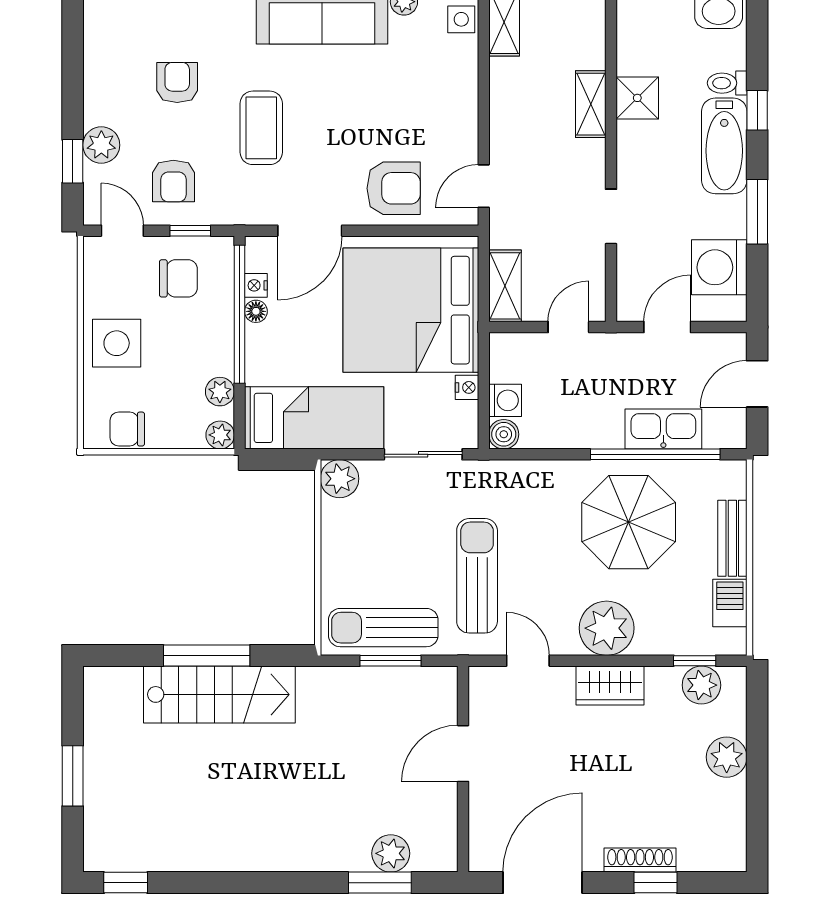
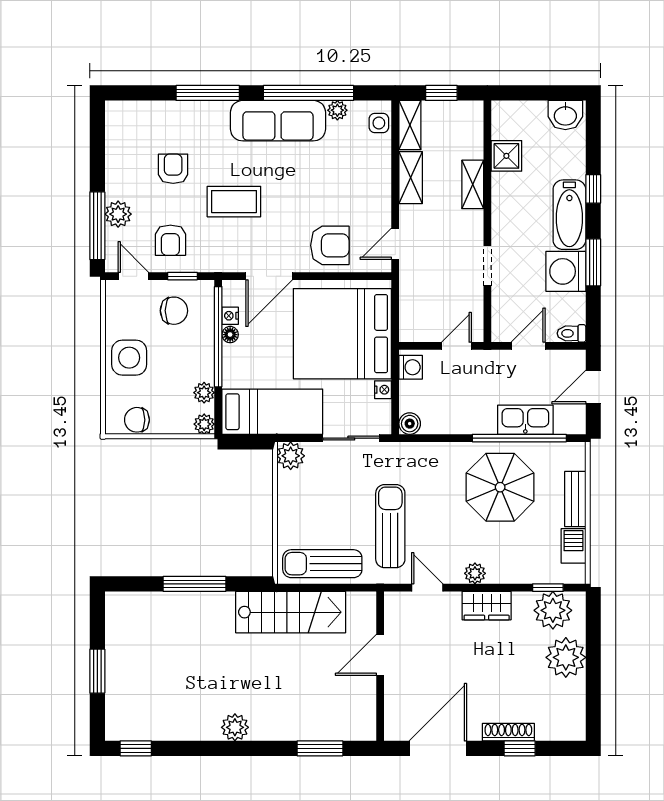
toilet: (727, 83) -> (571, 333), moved
shower: (637, 98) -> (506, 156), moved
coffee table: (261, 128) -> (234, 202), turned 90
window: (73, 161) -> (97, 226), width x2.17
washing machine: (719, 267) -> (566, 271), moved
shelving: (505, 286) -> (411, 178), moved
washing machine: (505, 400) -> (411, 367), moved
plant: (607, 628) -> (475, 573), width x0.53, depth x0.53
window: (390, 661) -> (328, 588), removed
plant: (701, 685) -> (553, 610), width x1.36, depth x1.36
stairs: (219, 694) -> (291, 612), moved
plant: (727, 757) -> (566, 657), width x1.36, depth x1.36
plant: (391, 853) -> (235, 727), moved

